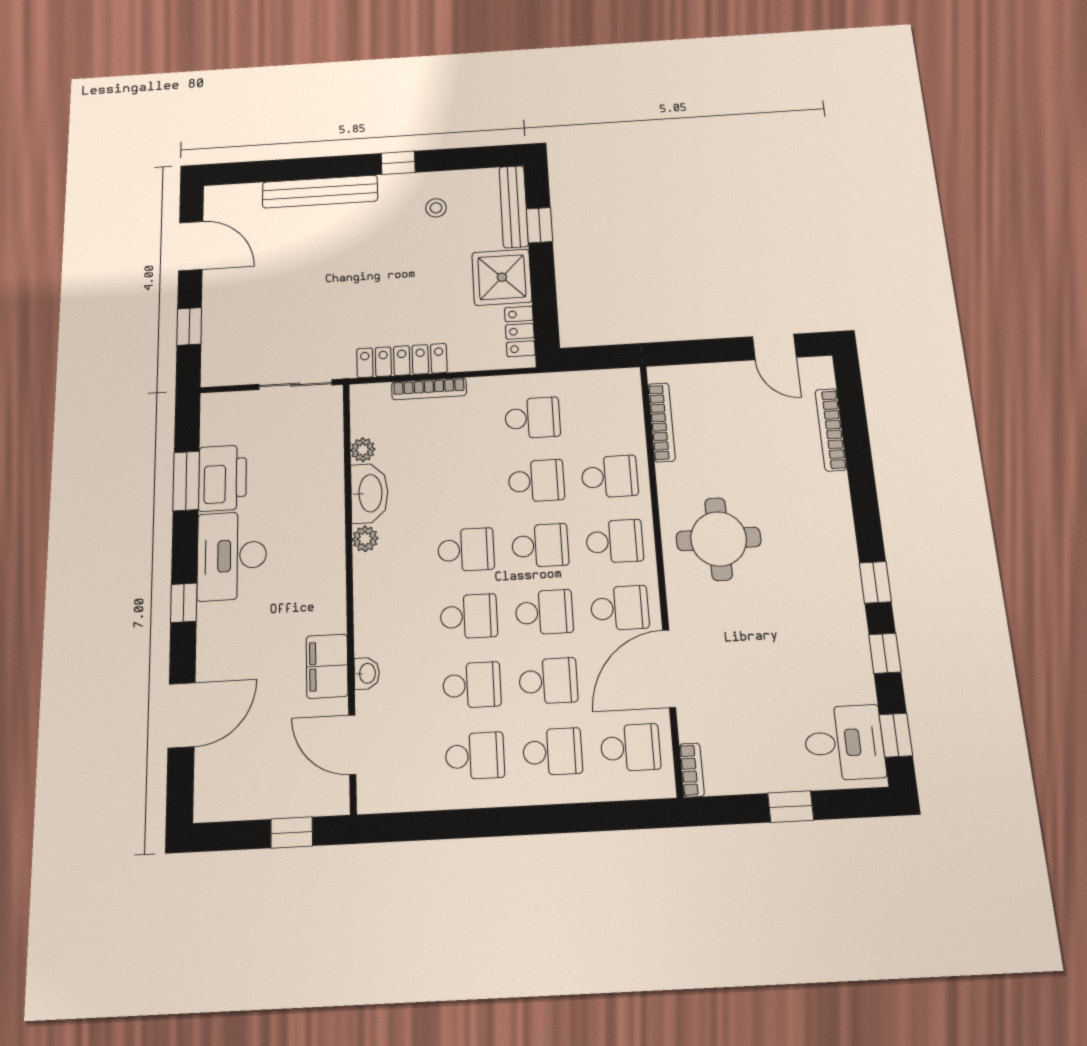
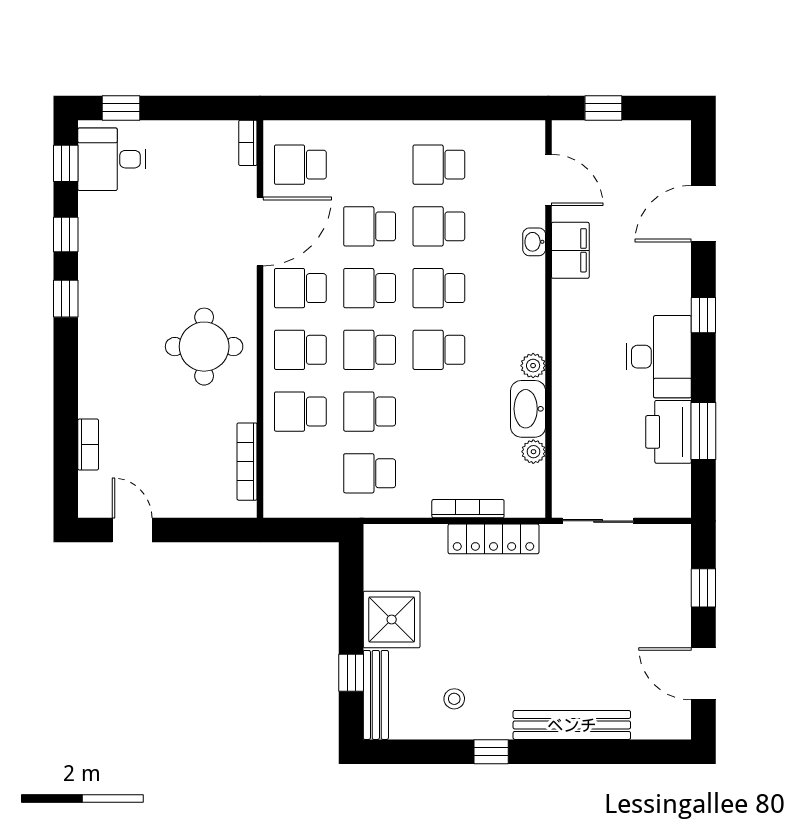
locker: (520, 331) -> (377, 562), removed
bookcase: (831, 430) -> (88, 445), width x0.64
school desk: (552, 752) -> (370, 165), removed
window: (791, 807) -> (121, 108), moved

